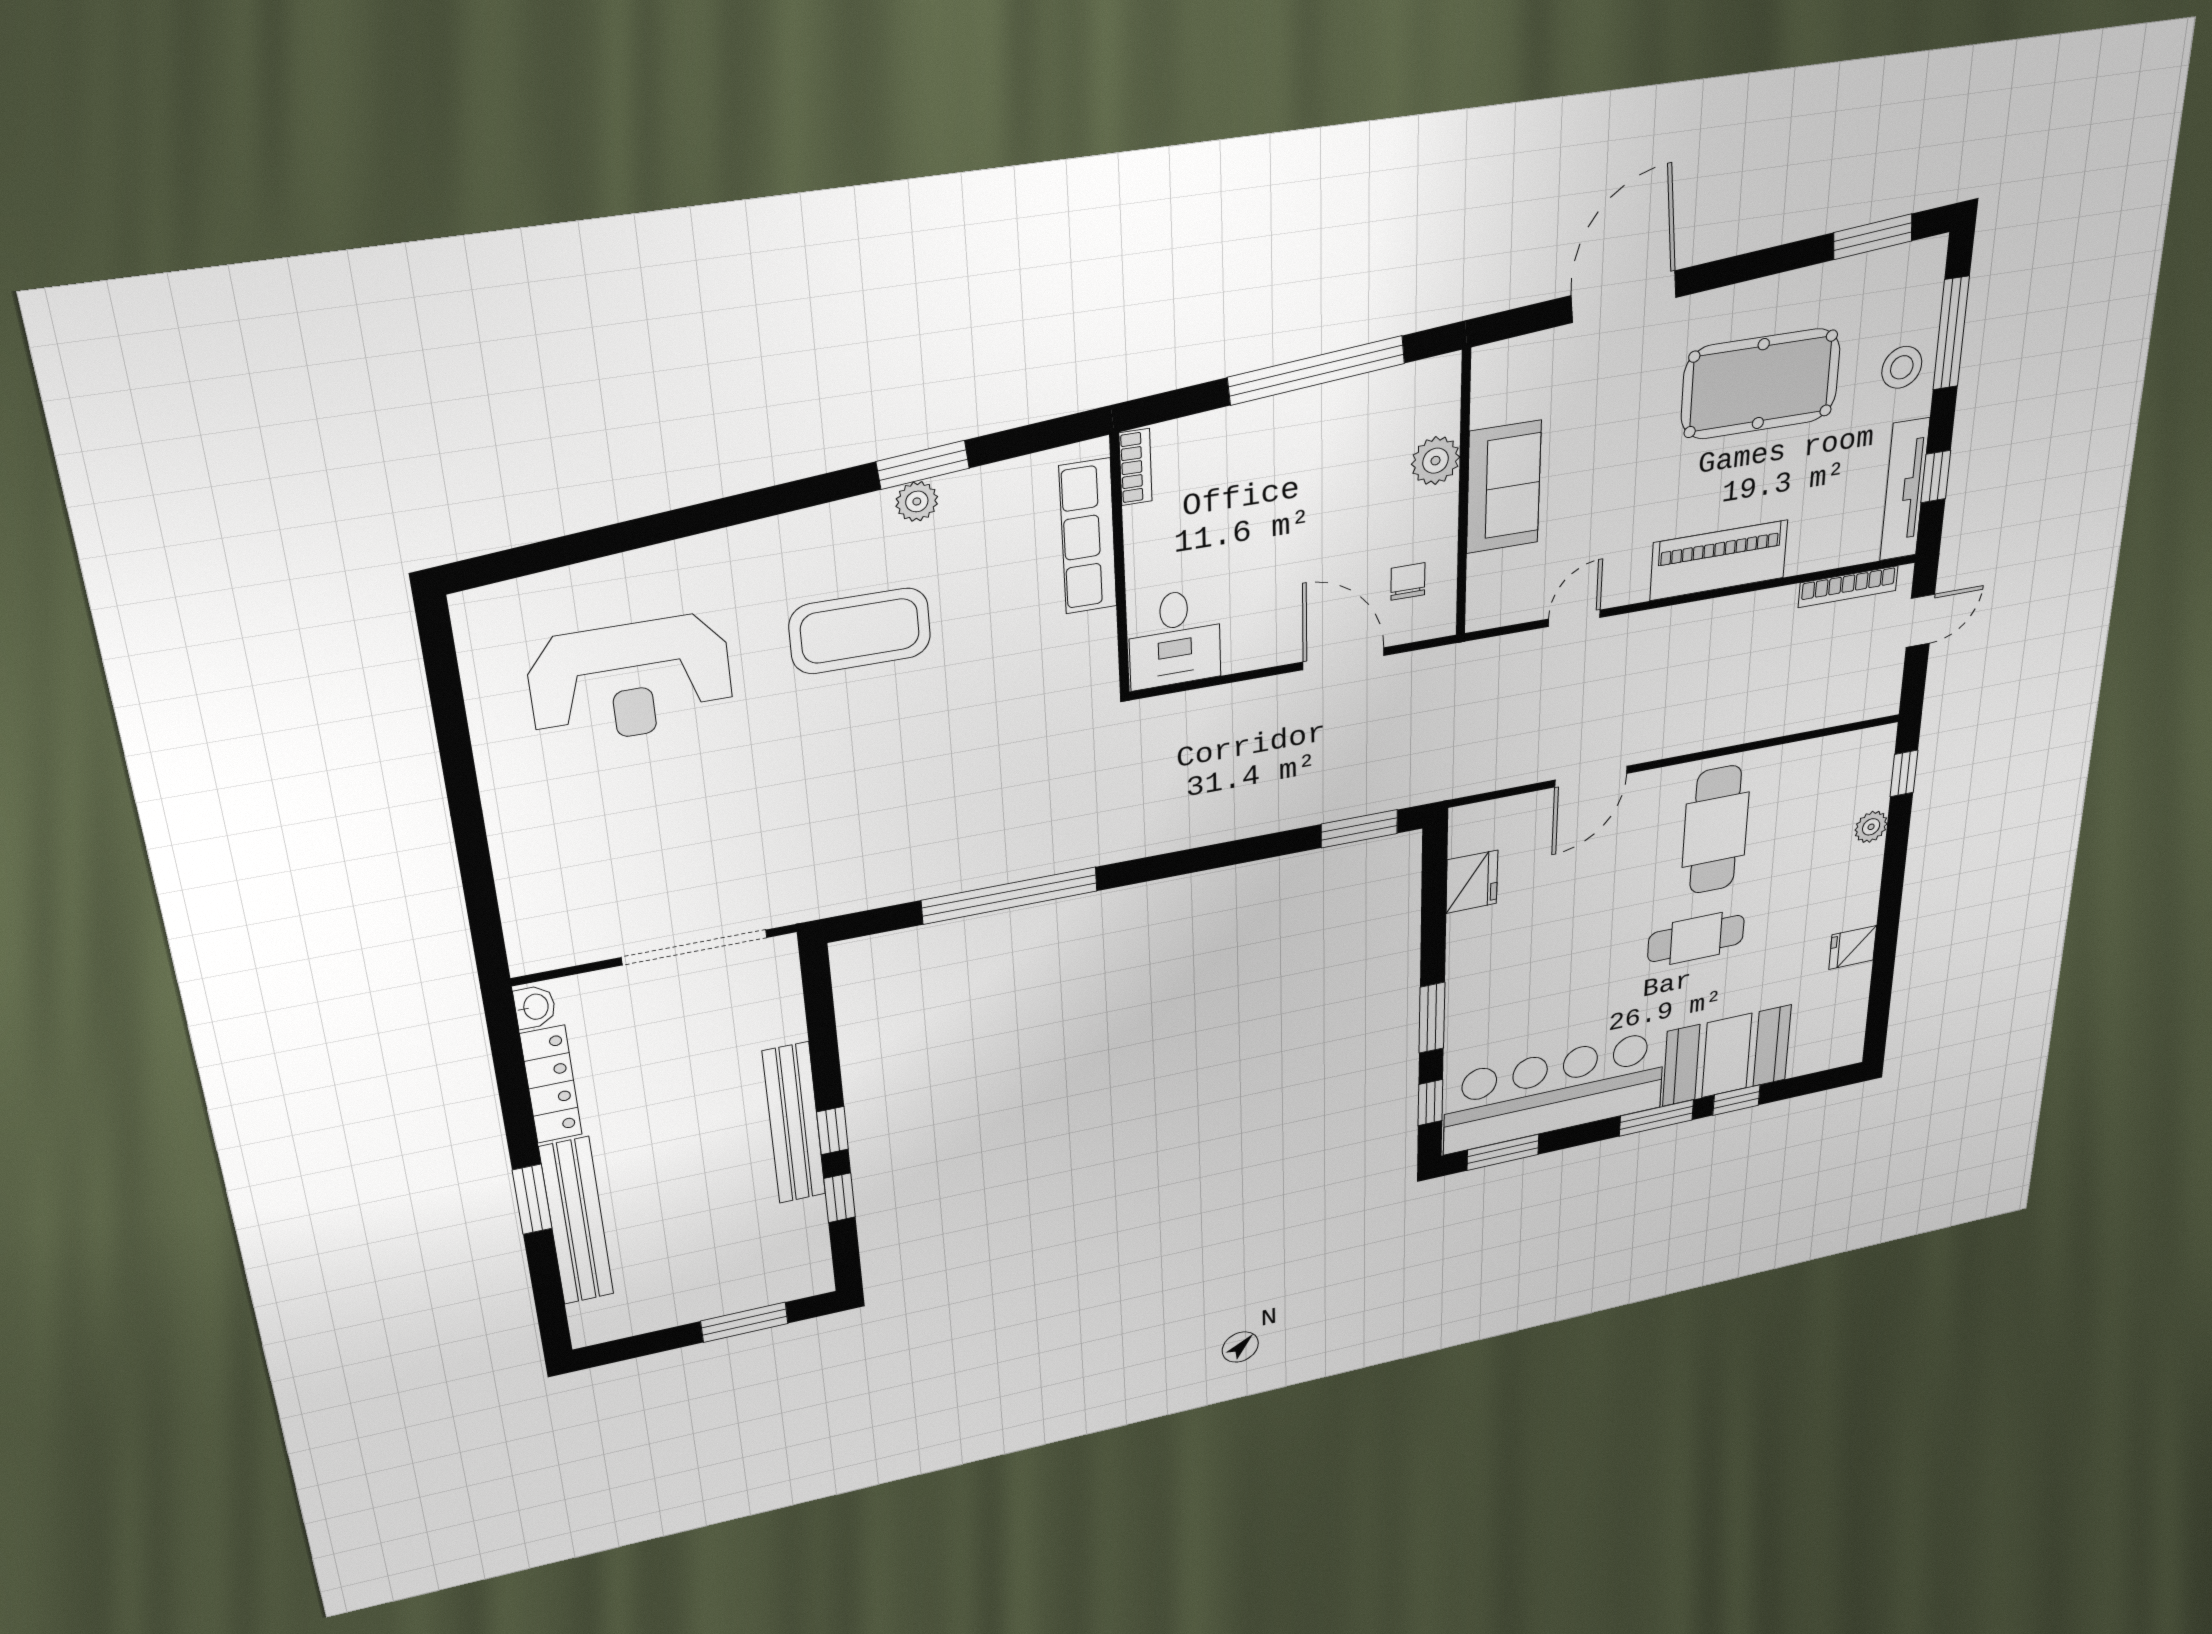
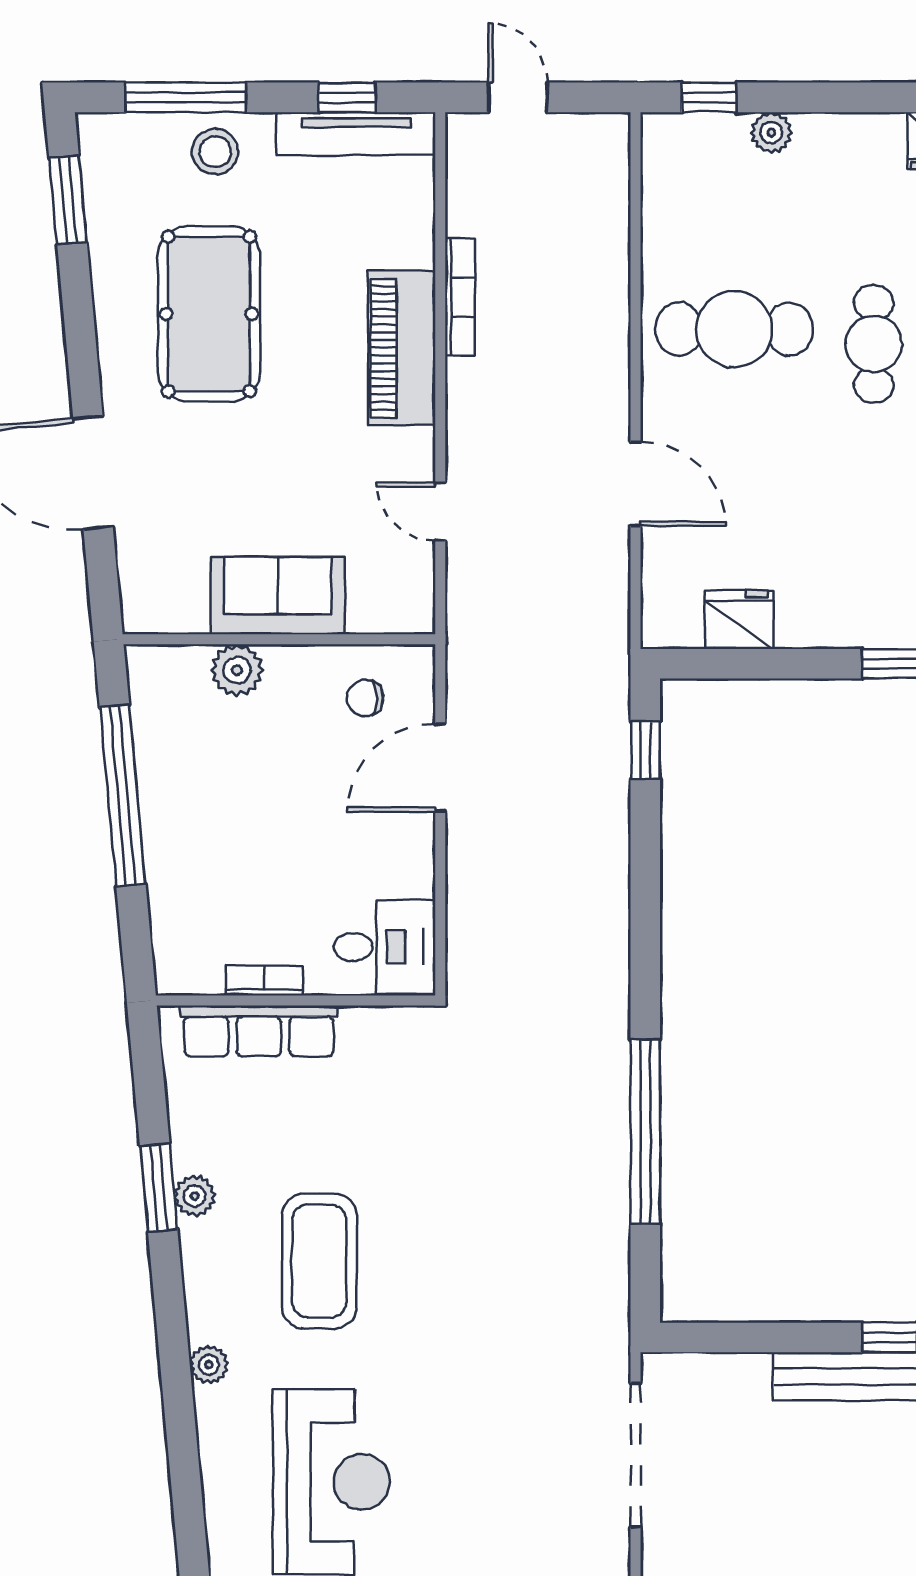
bookcase: (1136, 467) -> (264, 981), moved
plant: (741, 543) -> (209, 1365), added
bookcase: (1848, 587) -> (460, 297), moved
window: (1359, 829) -> (645, 750), width x0.67

